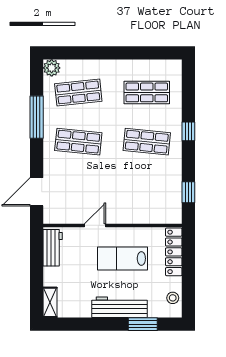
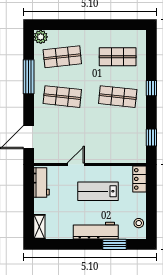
locker: (174, 252) -> (140, 179), width x0.66

